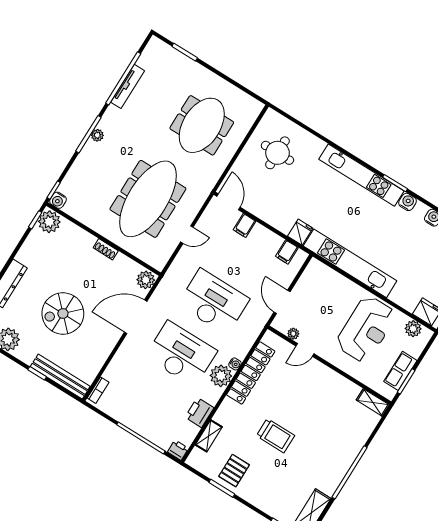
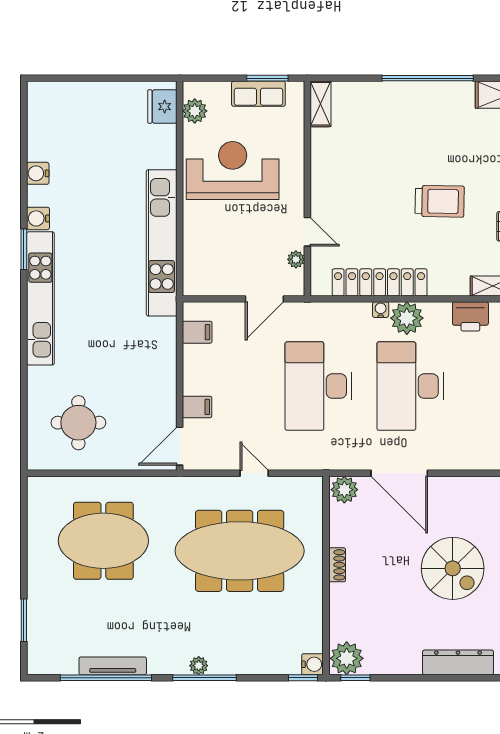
fridge: (300, 232) -> (161, 331), removed
trolley: (276, 436) -> (440, 201), turned 91

